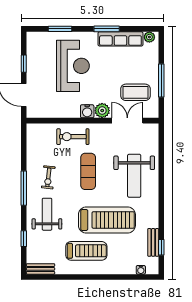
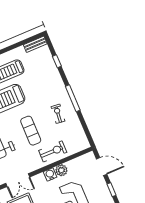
plant: (102, 111) -> (61, 170), moved
weight bench: (47, 214) -> (48, 86), removed

